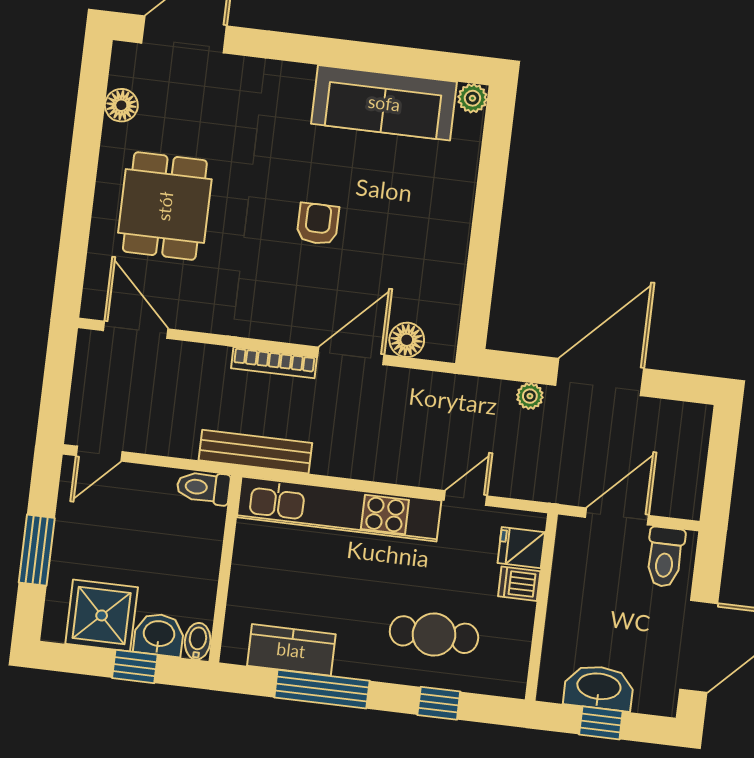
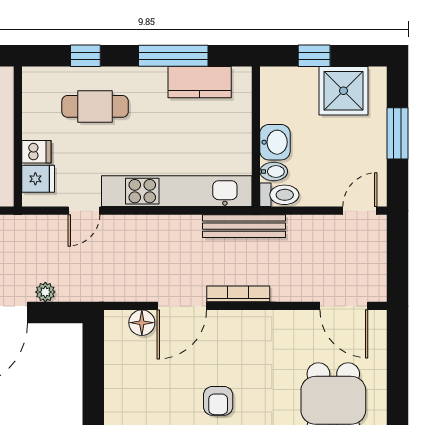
washbasin: (159, 635) -> (275, 142), moved, turned -90
bidet: (198, 641) -> (274, 172), moved, turned -90

